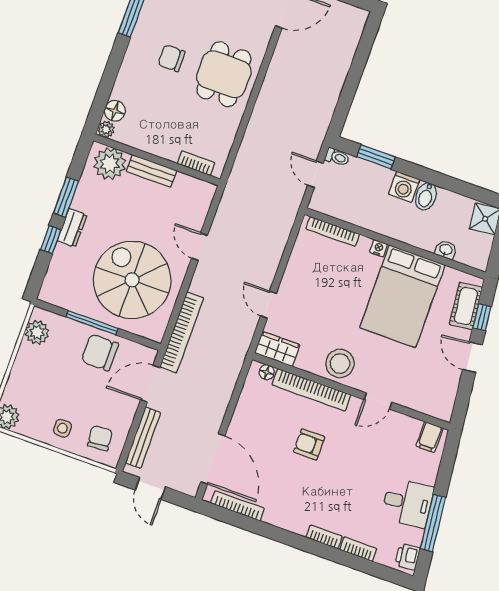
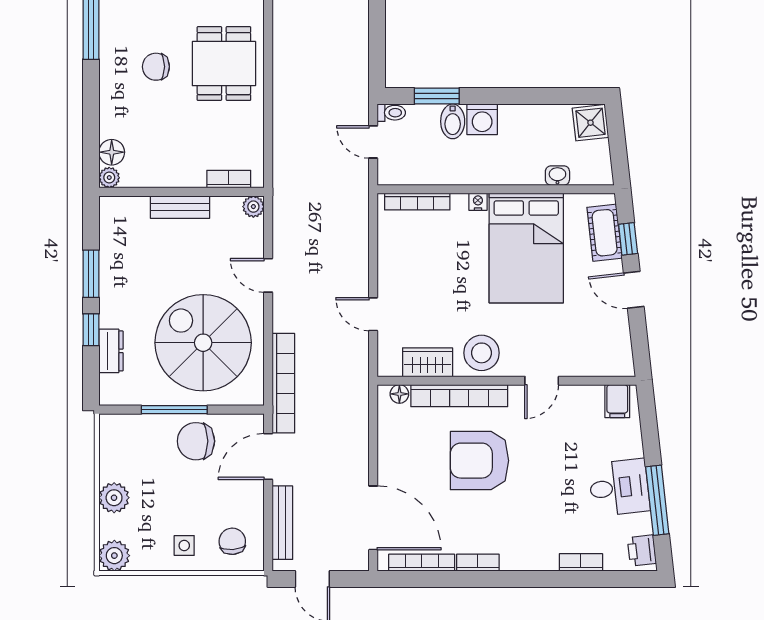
plant: (110, 164) -> (253, 207), moved, width x0.53, depth x0.53
bidet: (426, 196) -> (453, 121), moved
dresser: (72, 228) -> (111, 351), moved
plant: (37, 332) -> (114, 498), moved
wardrobe: (277, 349) -> (428, 362), moved
armchair: (309, 444) -> (479, 461), width x1.88, depth x1.88
bookcase: (324, 537) -> (478, 563), moved

